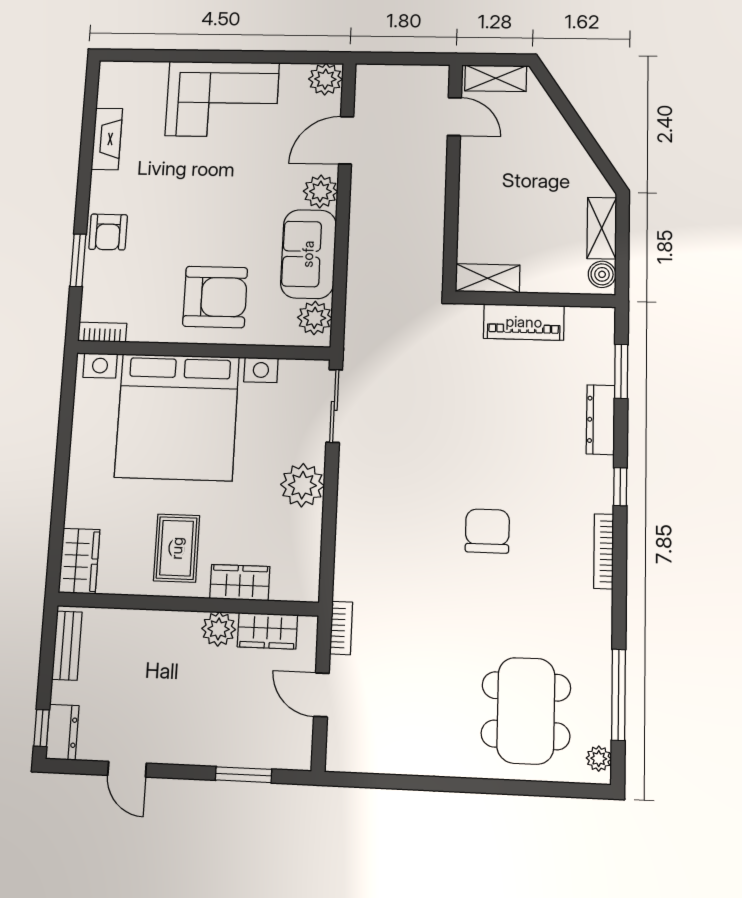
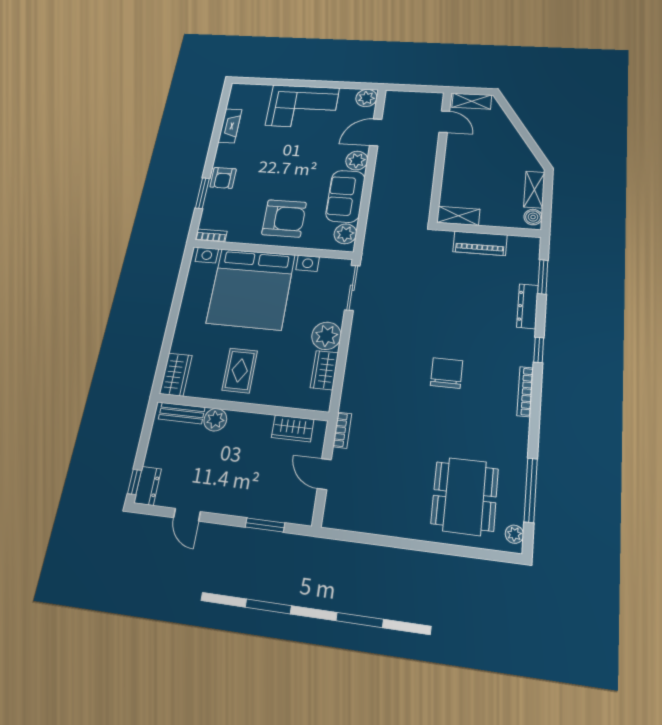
wardrobe: (240, 583) -> (324, 370), moved, turned -90
plant: (219, 629) -> (215, 420), moved
bench: (67, 646) -> (182, 413), moved, turned 90

